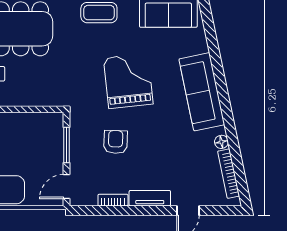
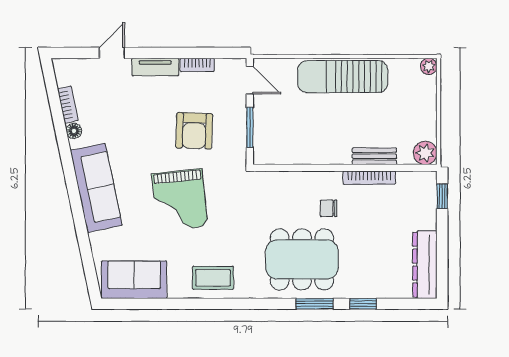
armchair: (116, 142) -> (194, 131), width x1.38, depth x1.38
bookcase: (229, 174) -> (68, 105), width x0.64
door: (67, 187) -> (250, 80), hinge flipped

